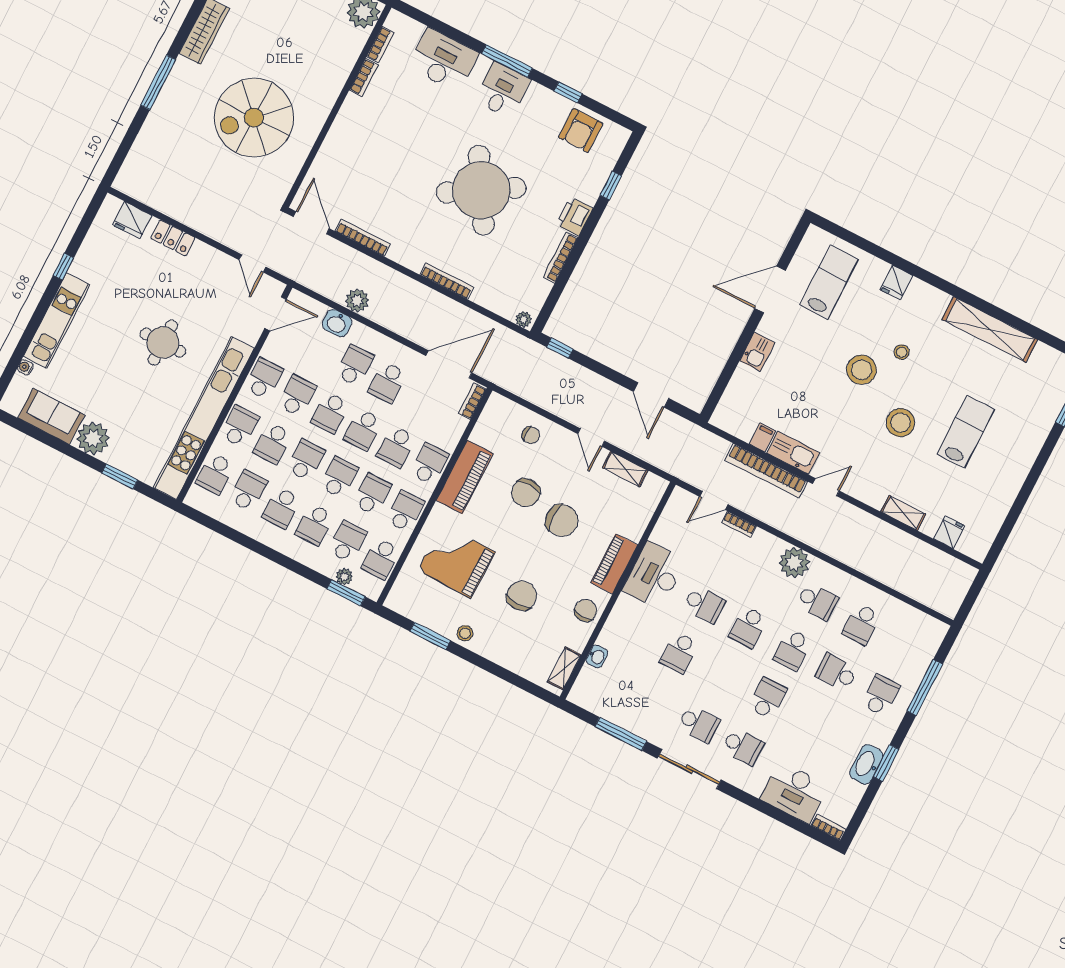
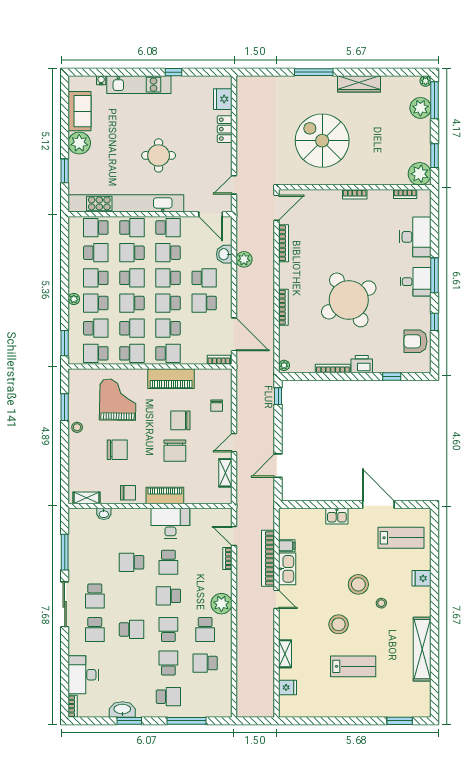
bookcase: (364, 77) -> (355, 194), moved
school desk: (297, 396) -> (168, 253), turned 180
school desk: (339, 477) -> (132, 303), turned 180
plant: (344, 577) -> (74, 299), moved
school desk: (792, 650) -> (168, 629), turned 90

